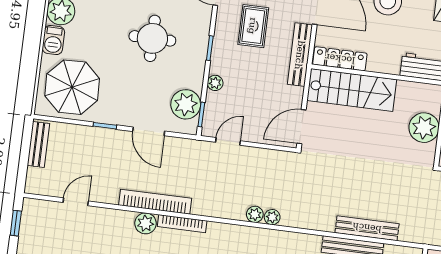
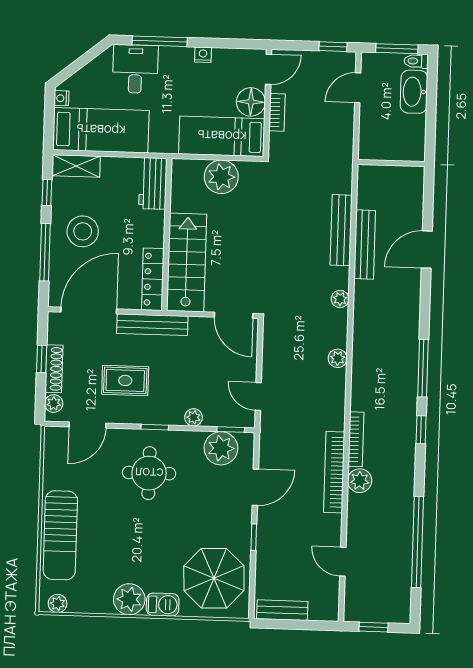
round table: (152, 38) -> (149, 473), moved
plant: (272, 217) -> (340, 299), moved

